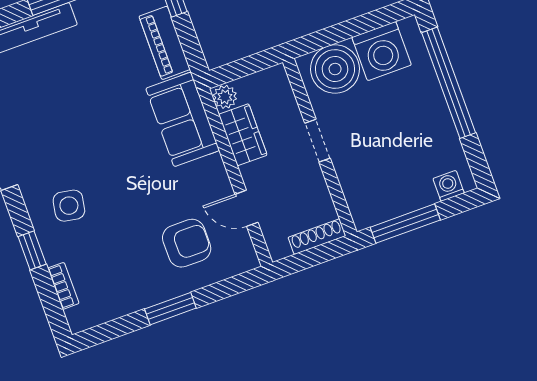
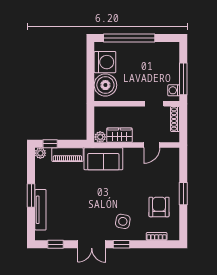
doorway: (317, 141) -> (154, 104), moved
washing machine: (449, 186) -> (174, 90), moved
armchair: (187, 243) -> (159, 207), moved
window: (32, 250) -> (121, 244), moved

